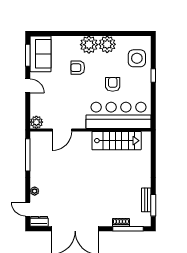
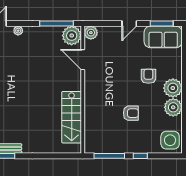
side table: (137, 58) -> (170, 140), moved
window: (153, 105) -> (109, 156), added
bar counter: (118, 115) -> (98, 119), removed
plant: (39, 140) -> (72, 36), added

